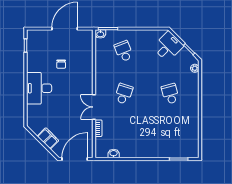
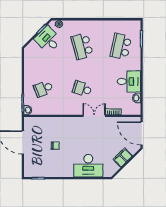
desk: (168, 47) -> (48, 39), moved
desk: (39, 88) -> (88, 166), moved
school desk: (170, 94) -> (82, 46), width x1.85
double door: (94, 107) -> (94, 116), swing flipped
school desk: (170, 136) -> (121, 46), added
desk: (132, 145) -> (129, 81), added

